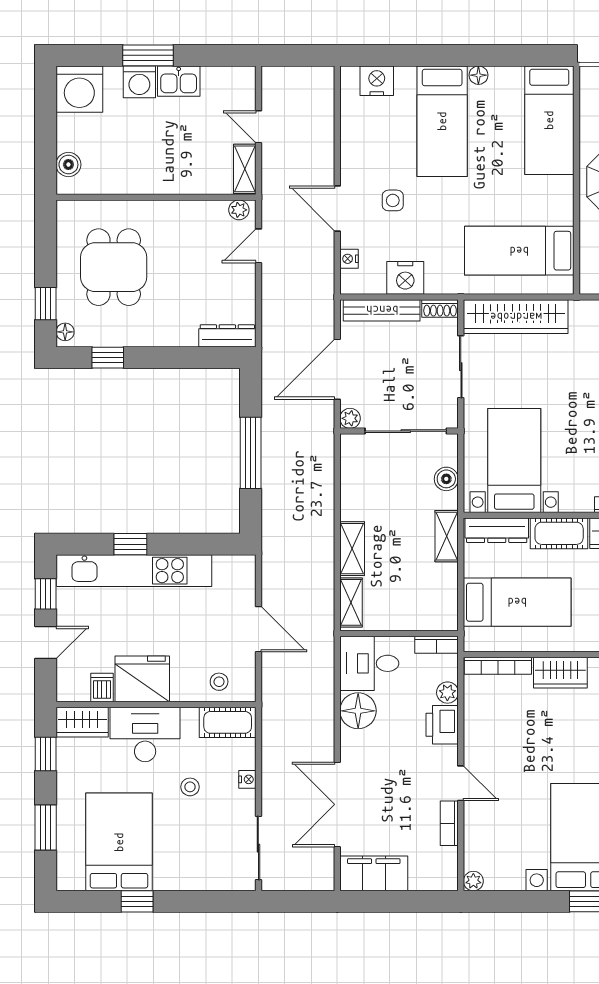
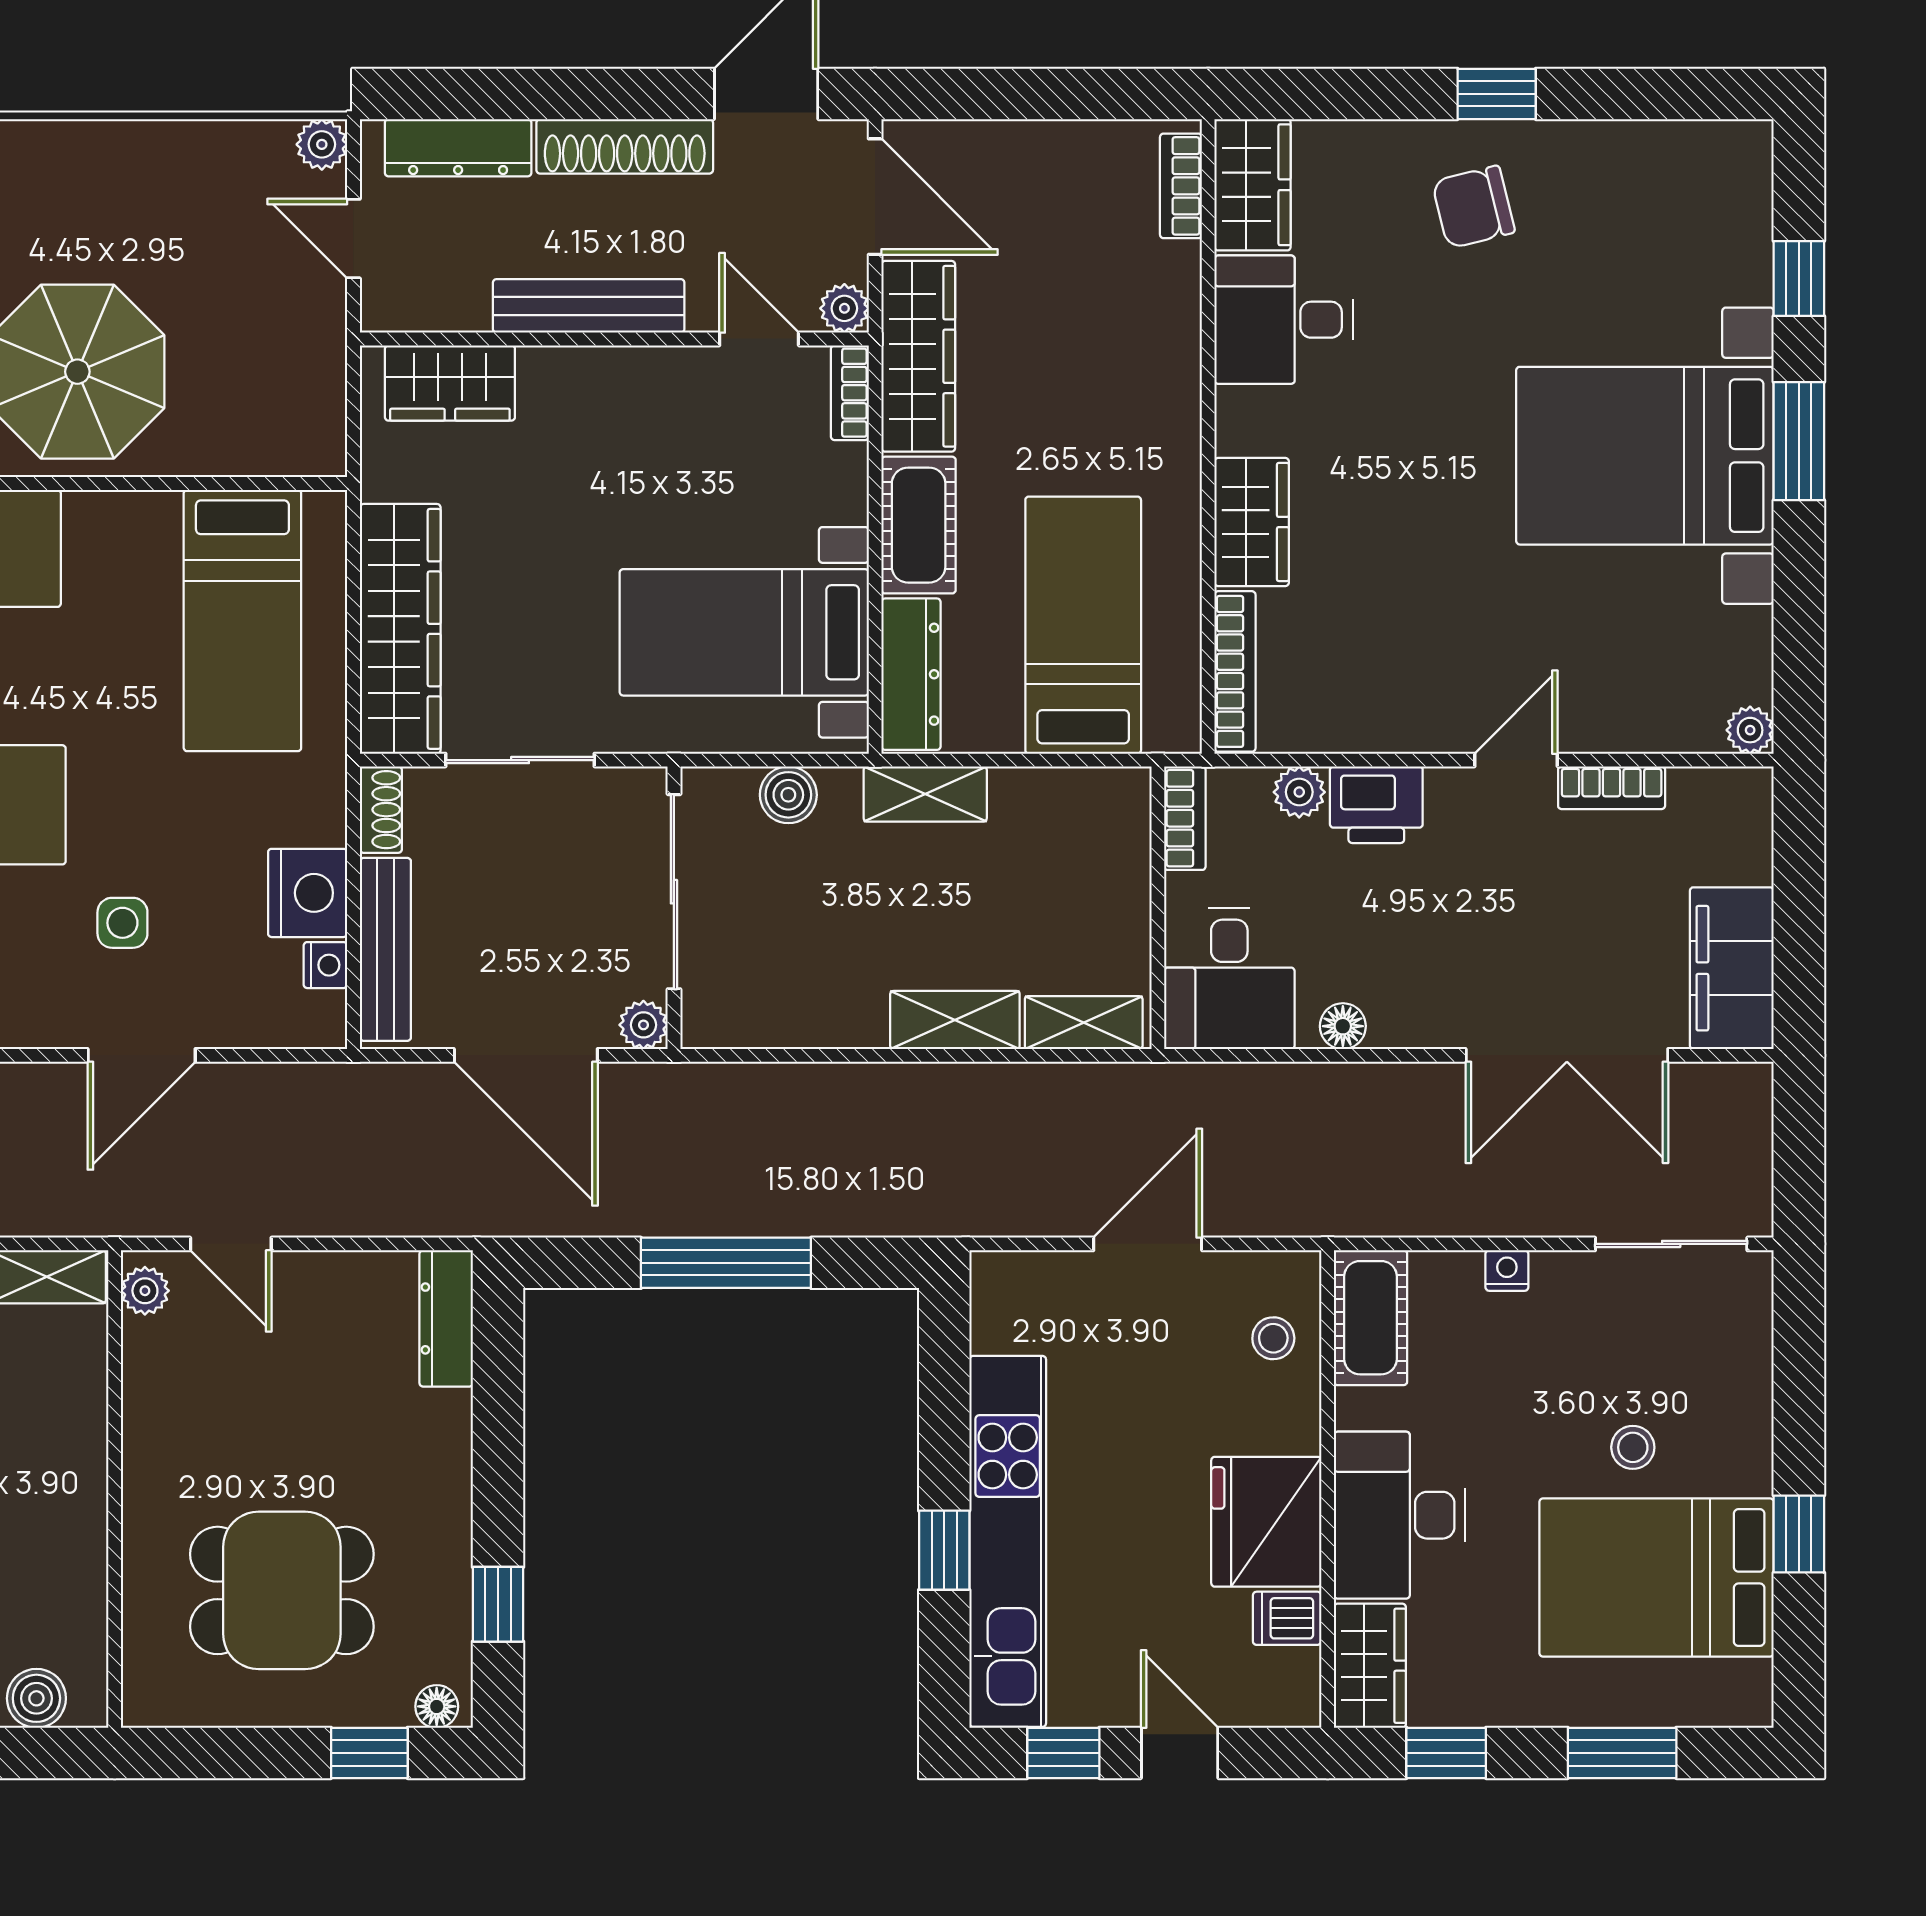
nightstand: (349, 259) -> (325, 965), moved, turned -90
floor lamp: (358, 711) -> (1343, 1026), width x0.53, depth x0.53
stool: (190, 787) -> (1633, 1447), moved

